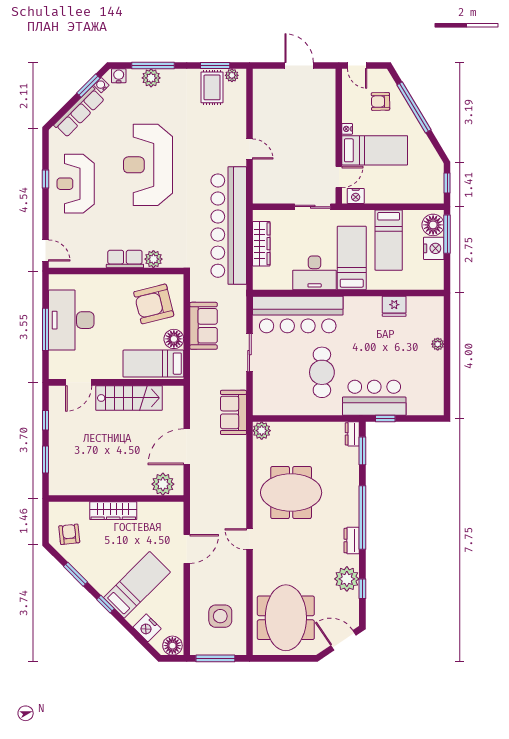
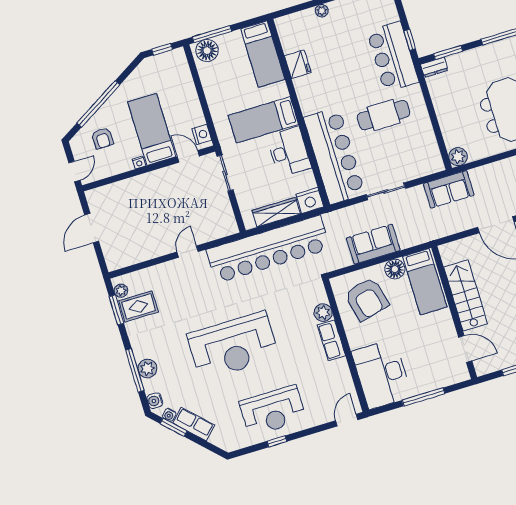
row of seats: (79, 112) -> (194, 424), width x0.68
bed: (389, 240) -> (263, 54), moved, turned 90
nightstand: (434, 248) -> (310, 200), moved, turned 180
desk: (71, 320) -> (382, 374), moved, turned 90

